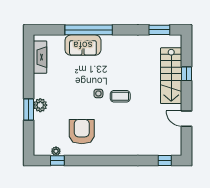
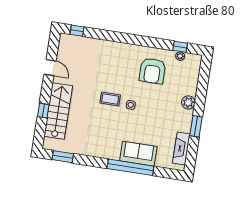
window: (29, 110) -> (196, 126), moved

